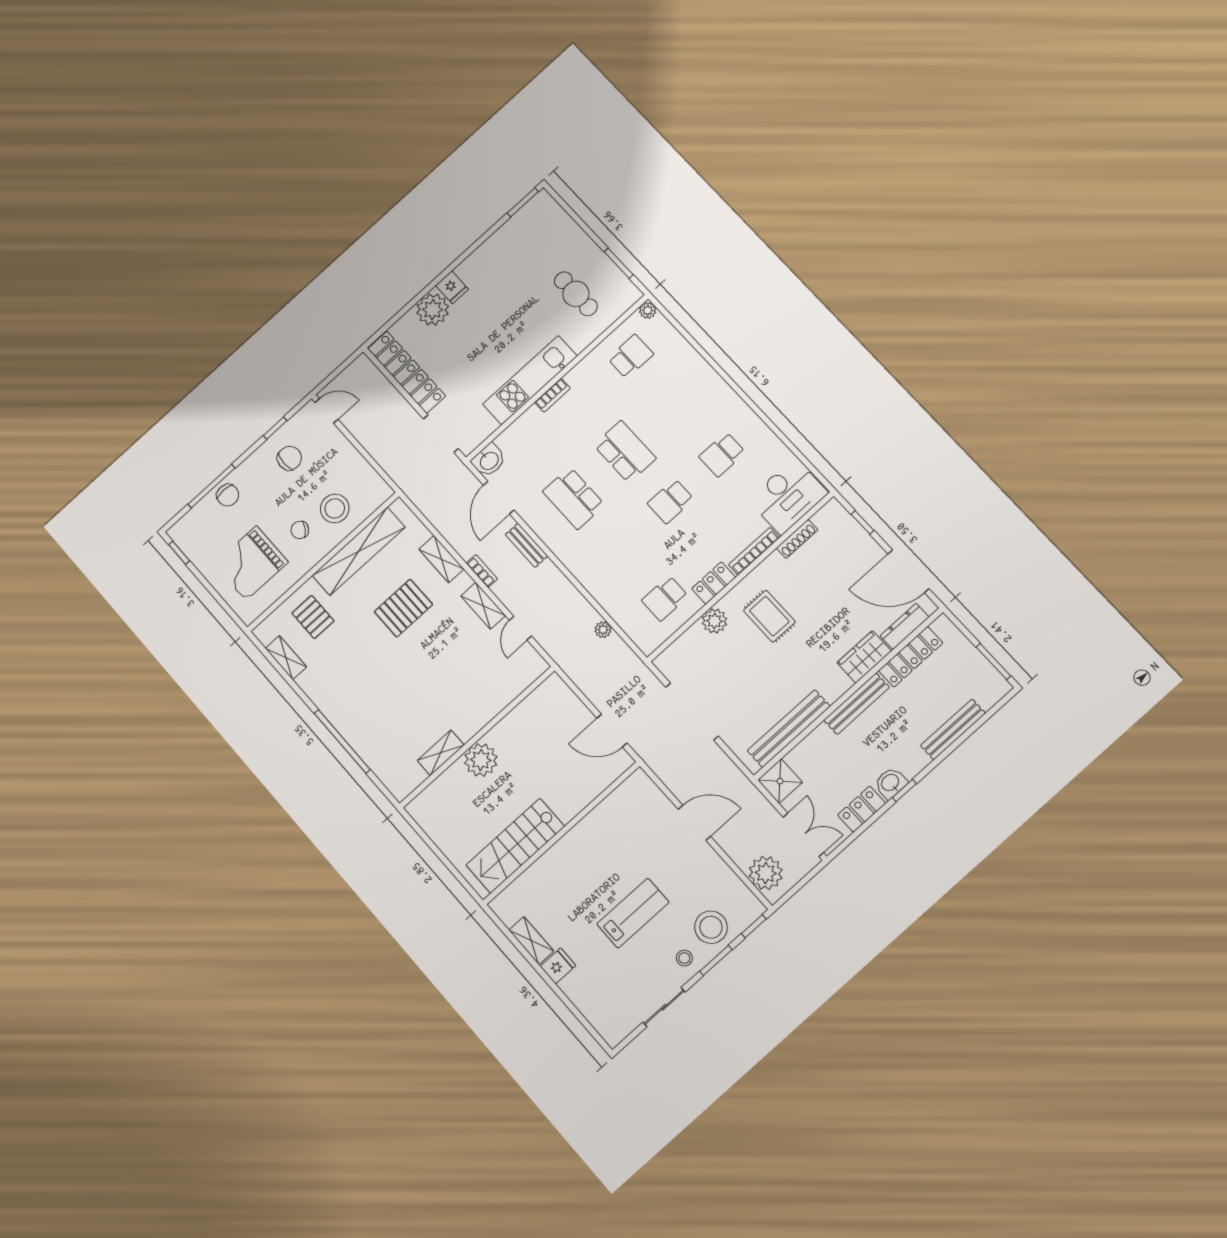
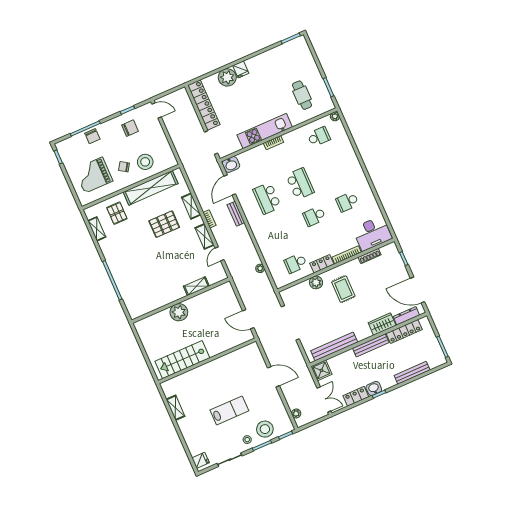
shelving: (441, 753) -> (196, 286), moved
plant: (766, 873) -> (296, 413), width x0.53, depth x0.53
fridge: (558, 966) -> (201, 460), moved

